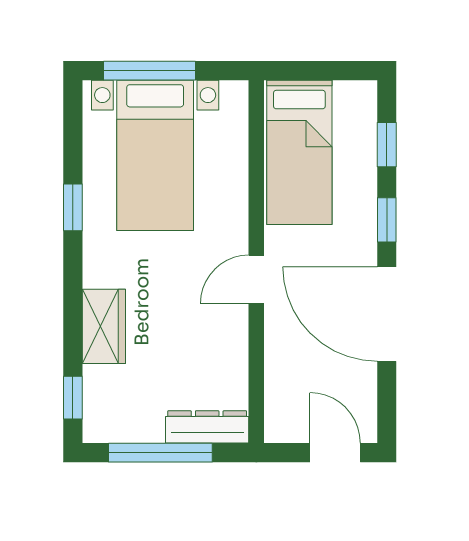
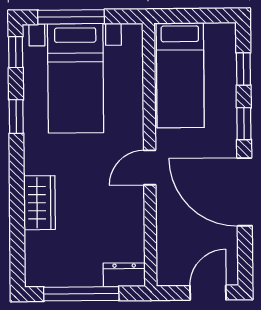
window: (73, 398) -> (16, 52), moved
dresser: (207, 427) -> (124, 275), width x0.70
door: (335, 453) -> (208, 293), hinge flipped

